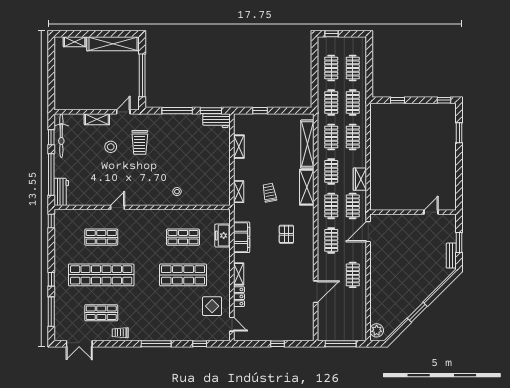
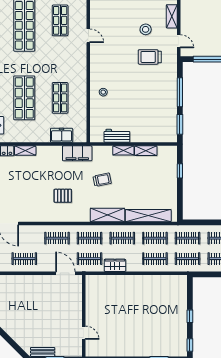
window: (398, 100) -> (190, 316), moved
workbench: (217, 121) -> (117, 136), moved, turned 90
shelving: (239, 192) -> (123, 150), moved
filing cabinet: (242, 237) -> (77, 153), moved

